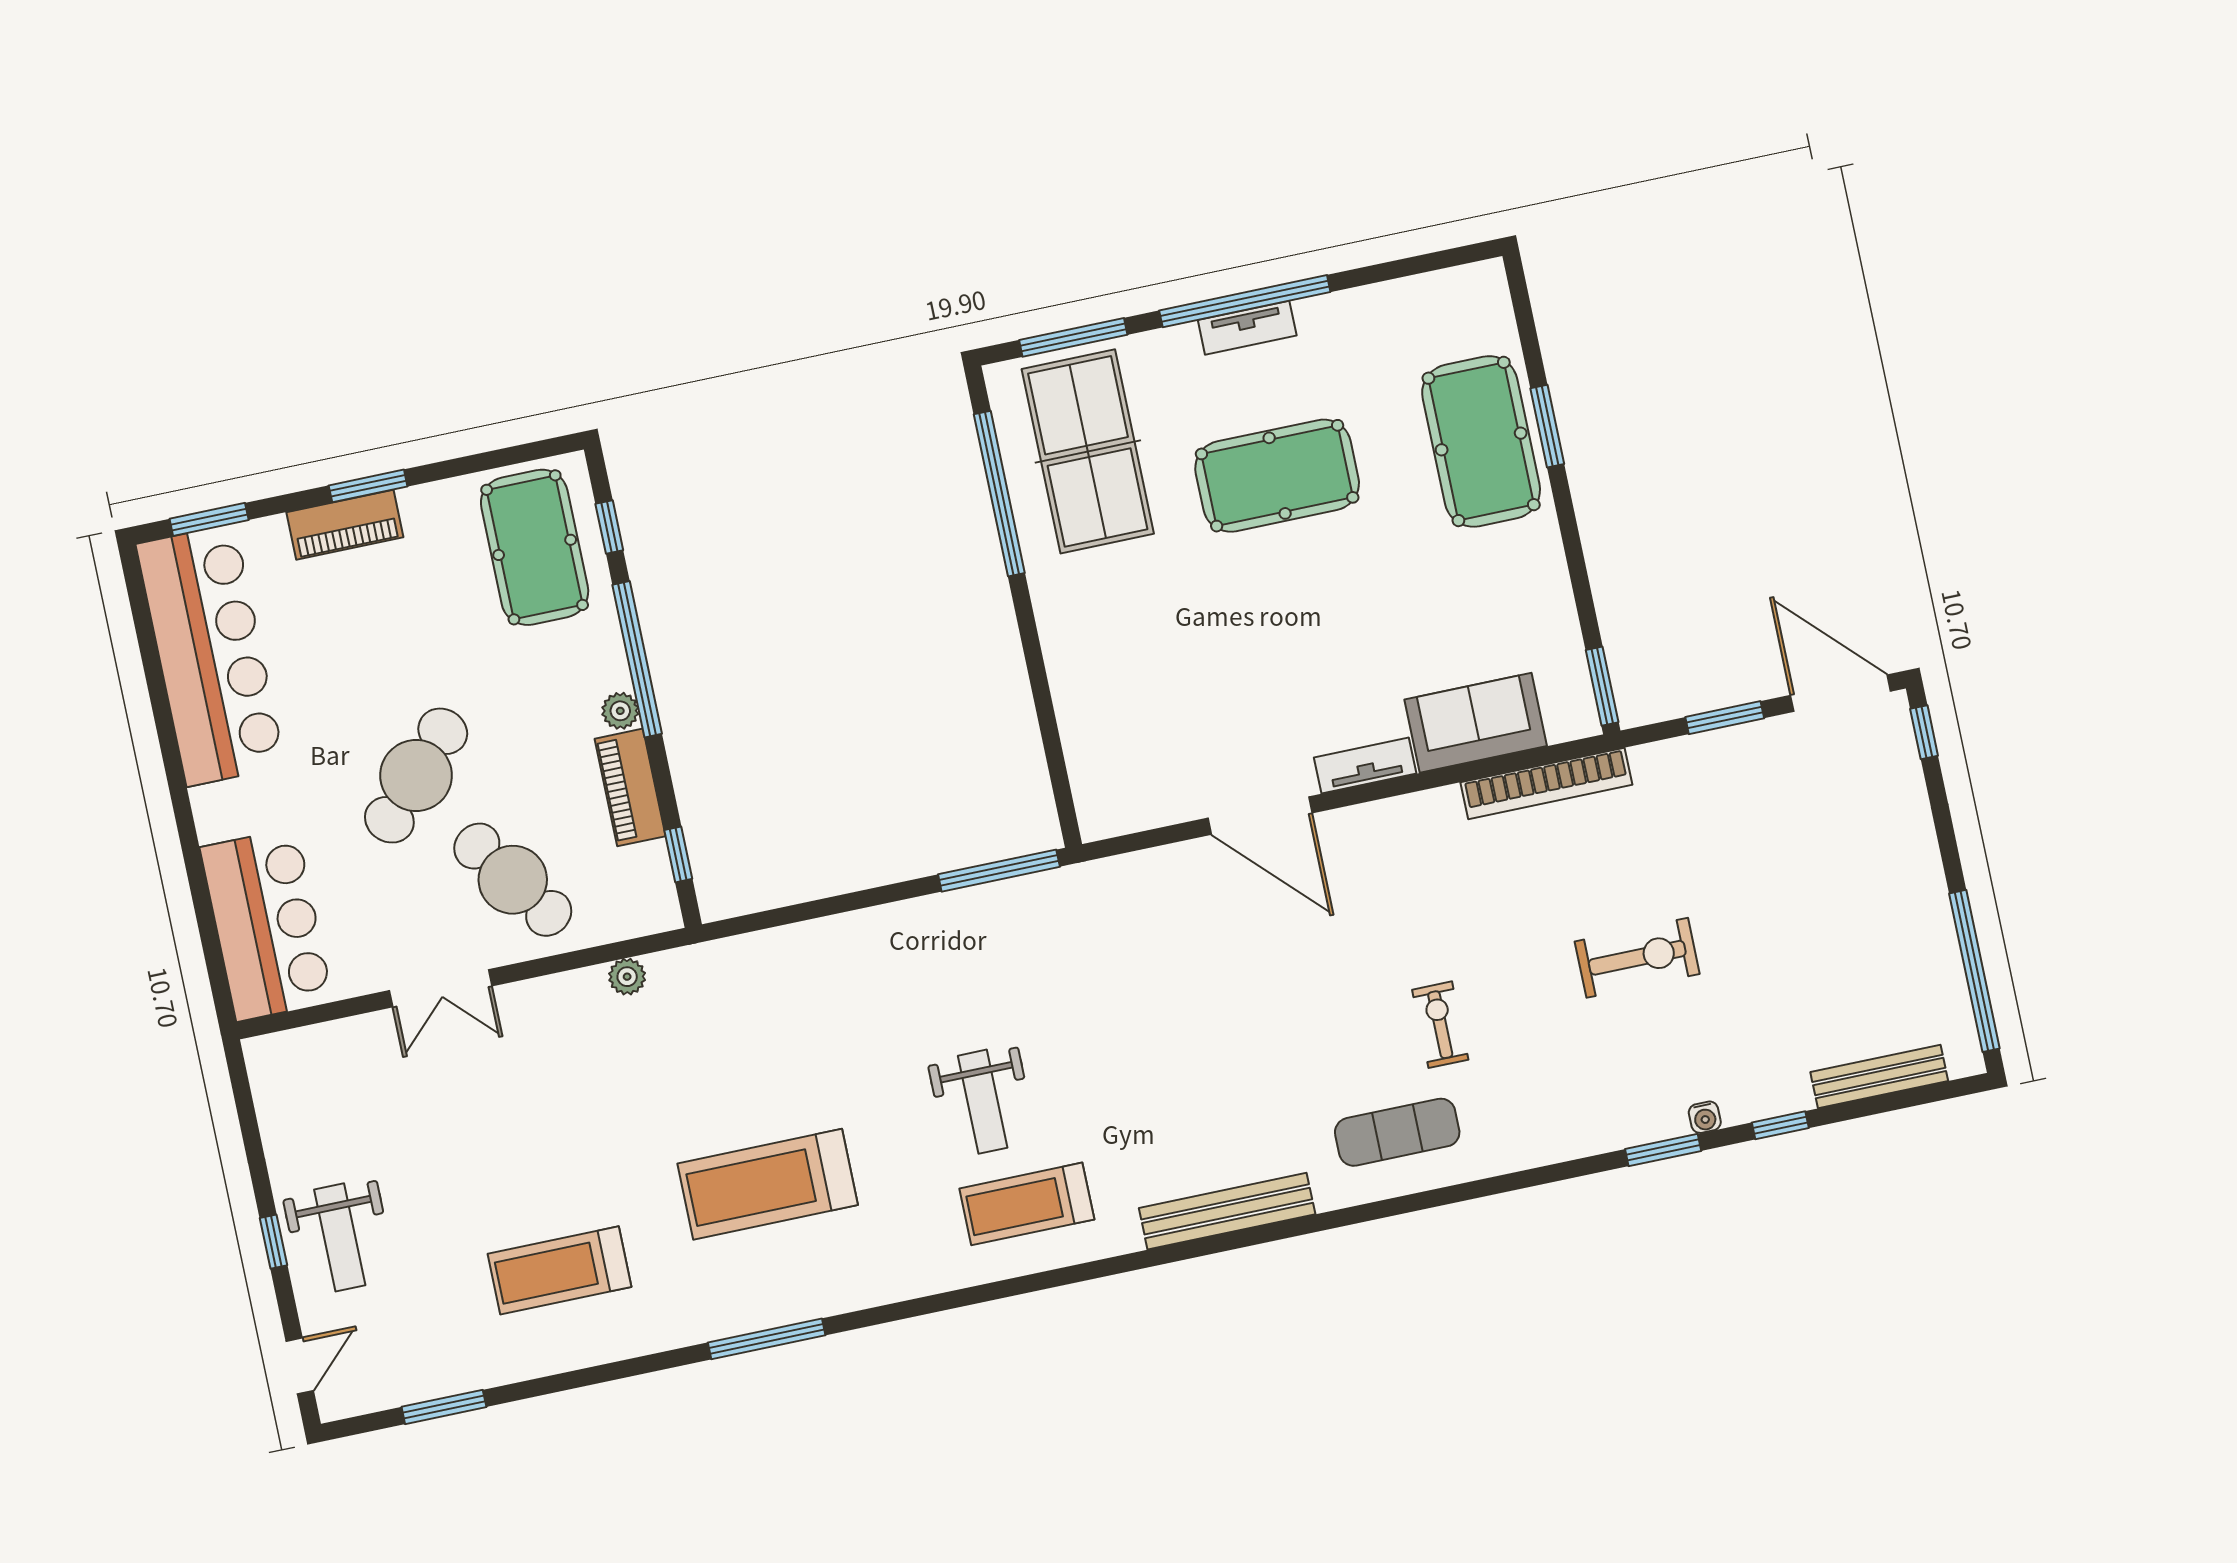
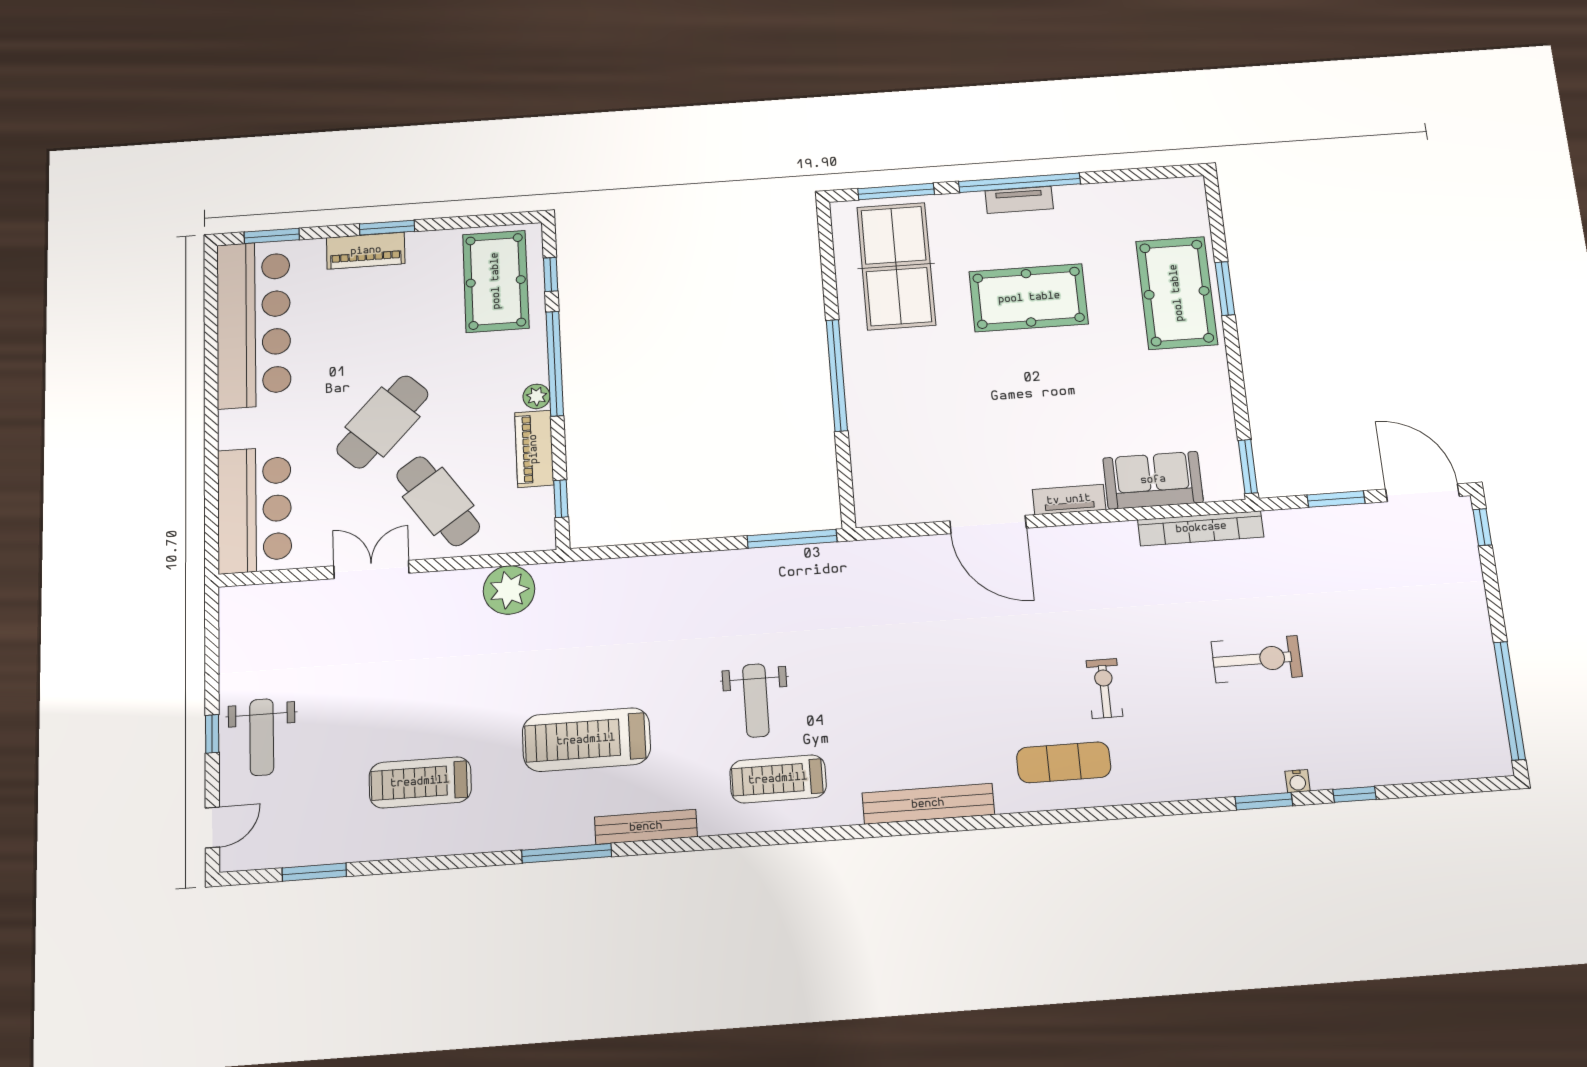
window: (999, 494) -> (837, 375), moved
plant: (627, 977) -> (509, 590), width x1.87, depth x1.87
double door: (441, 988) -> (371, 570), swing flipped
bench: (1879, 1076) -> (646, 827), moved

